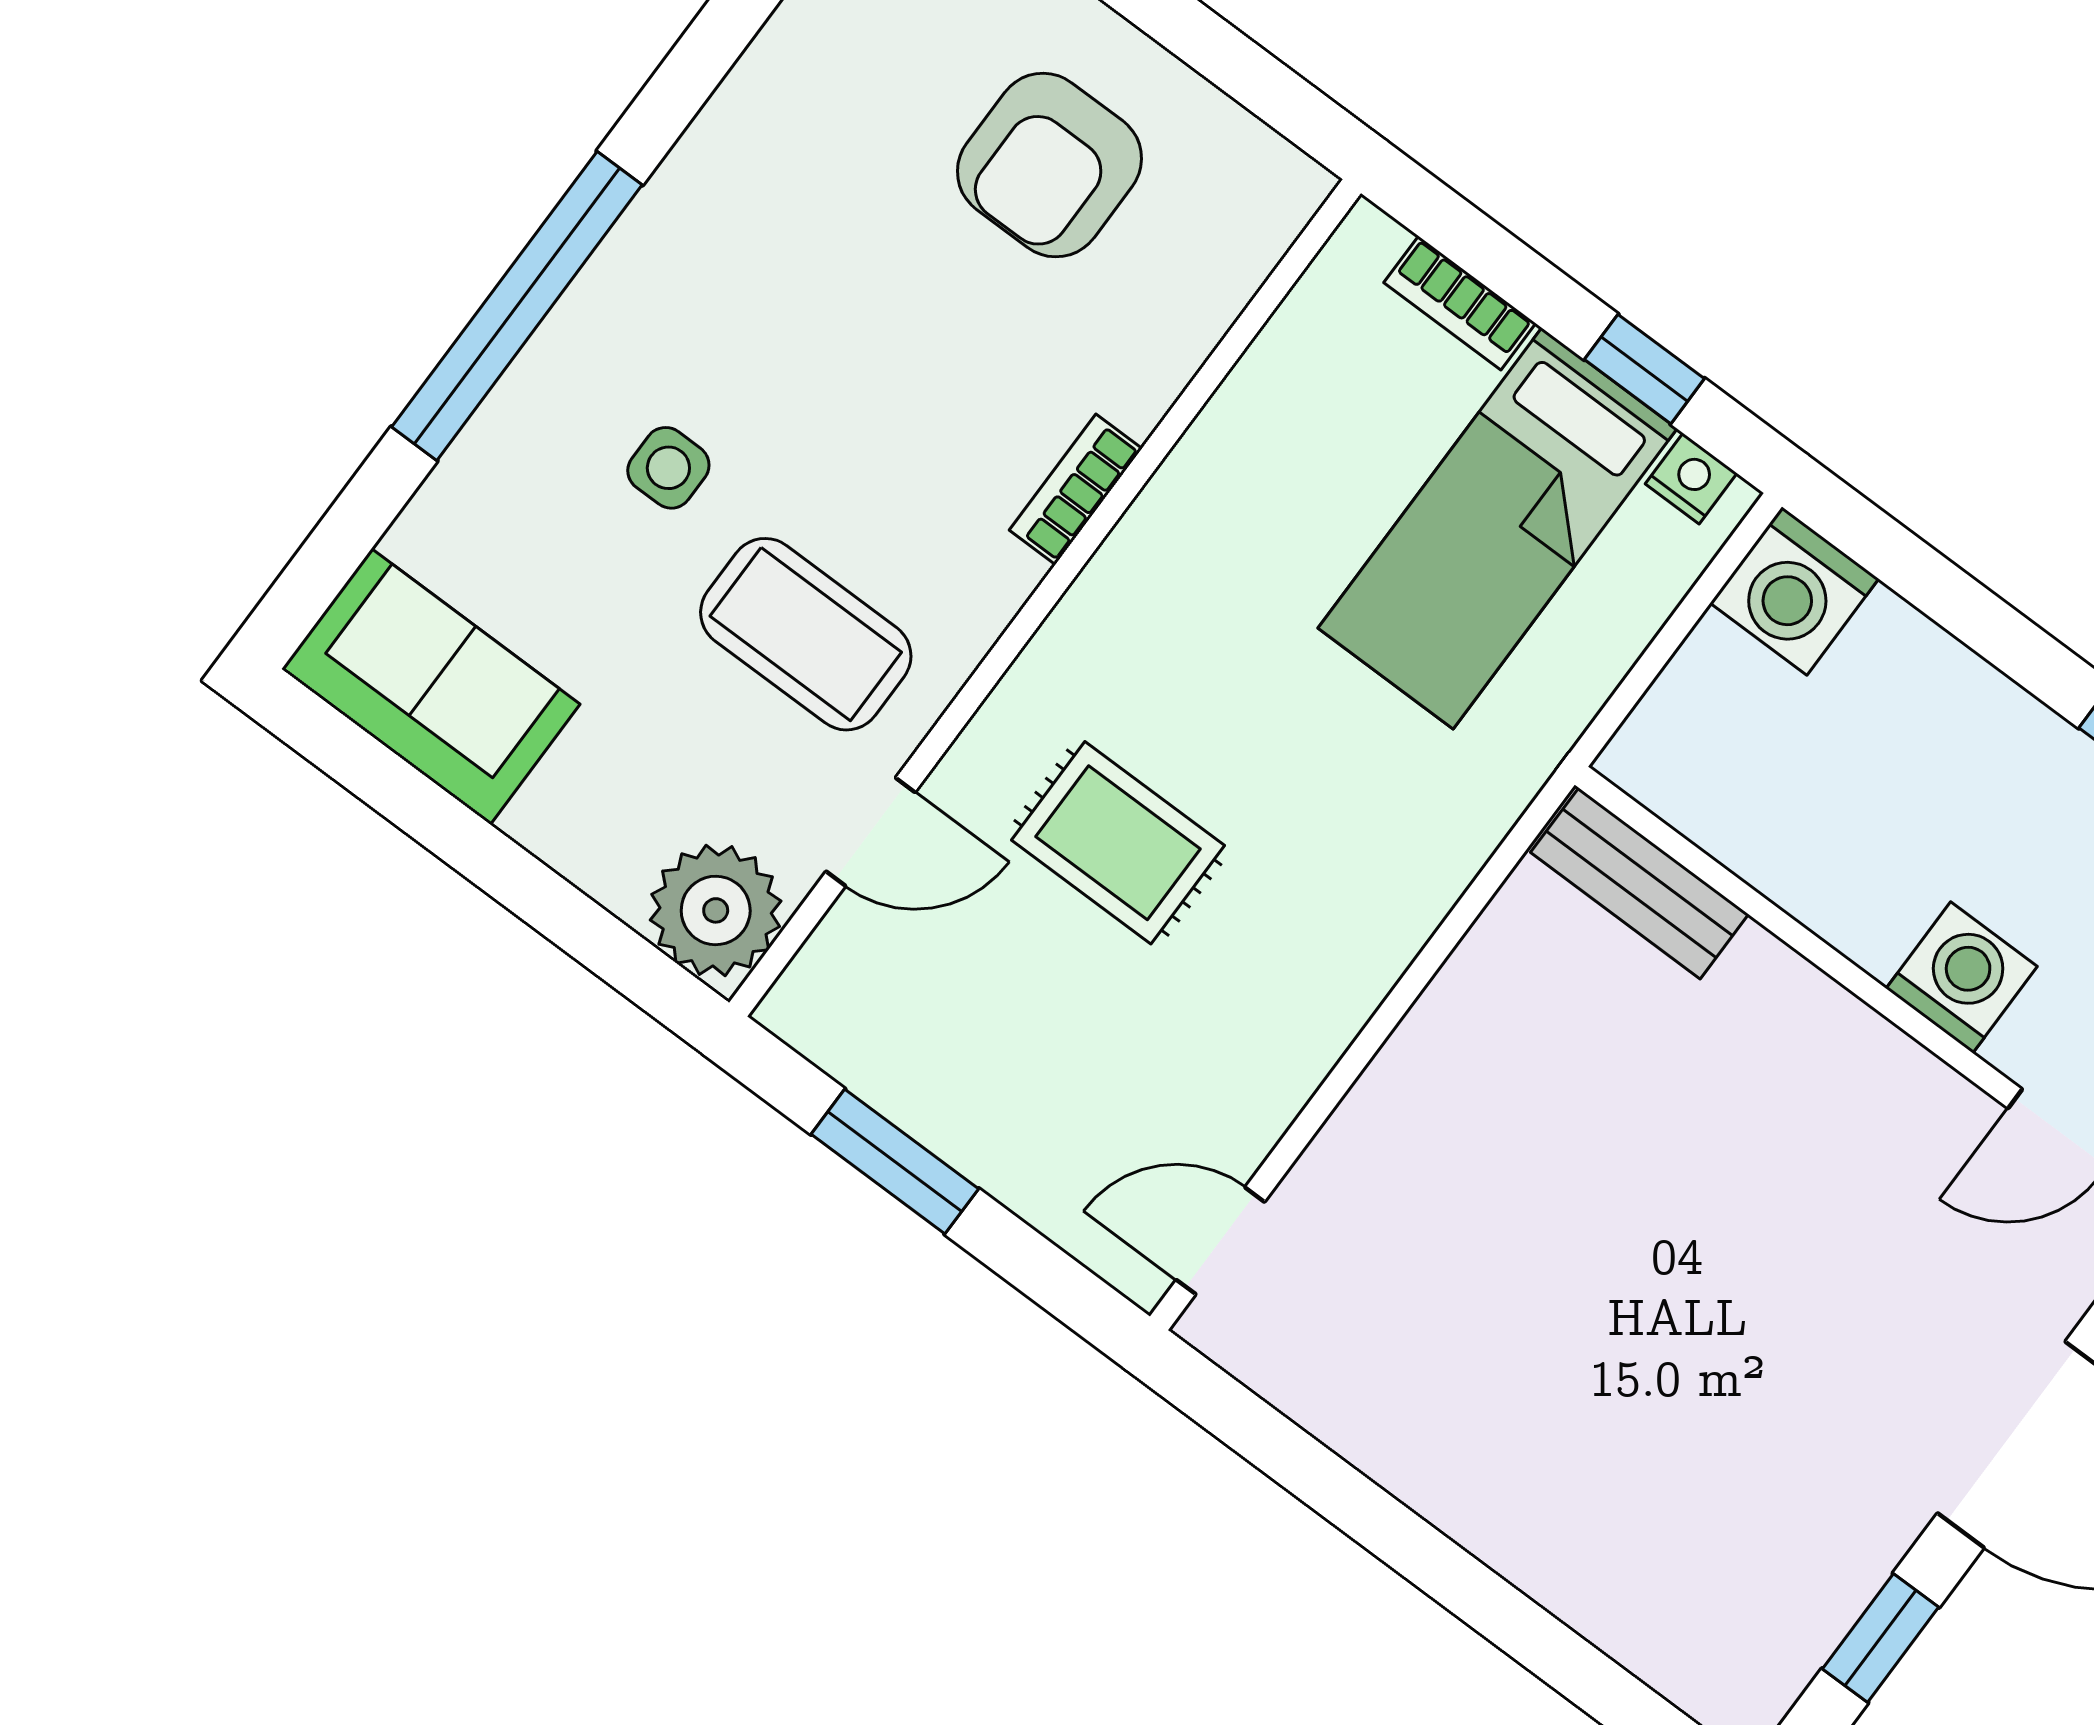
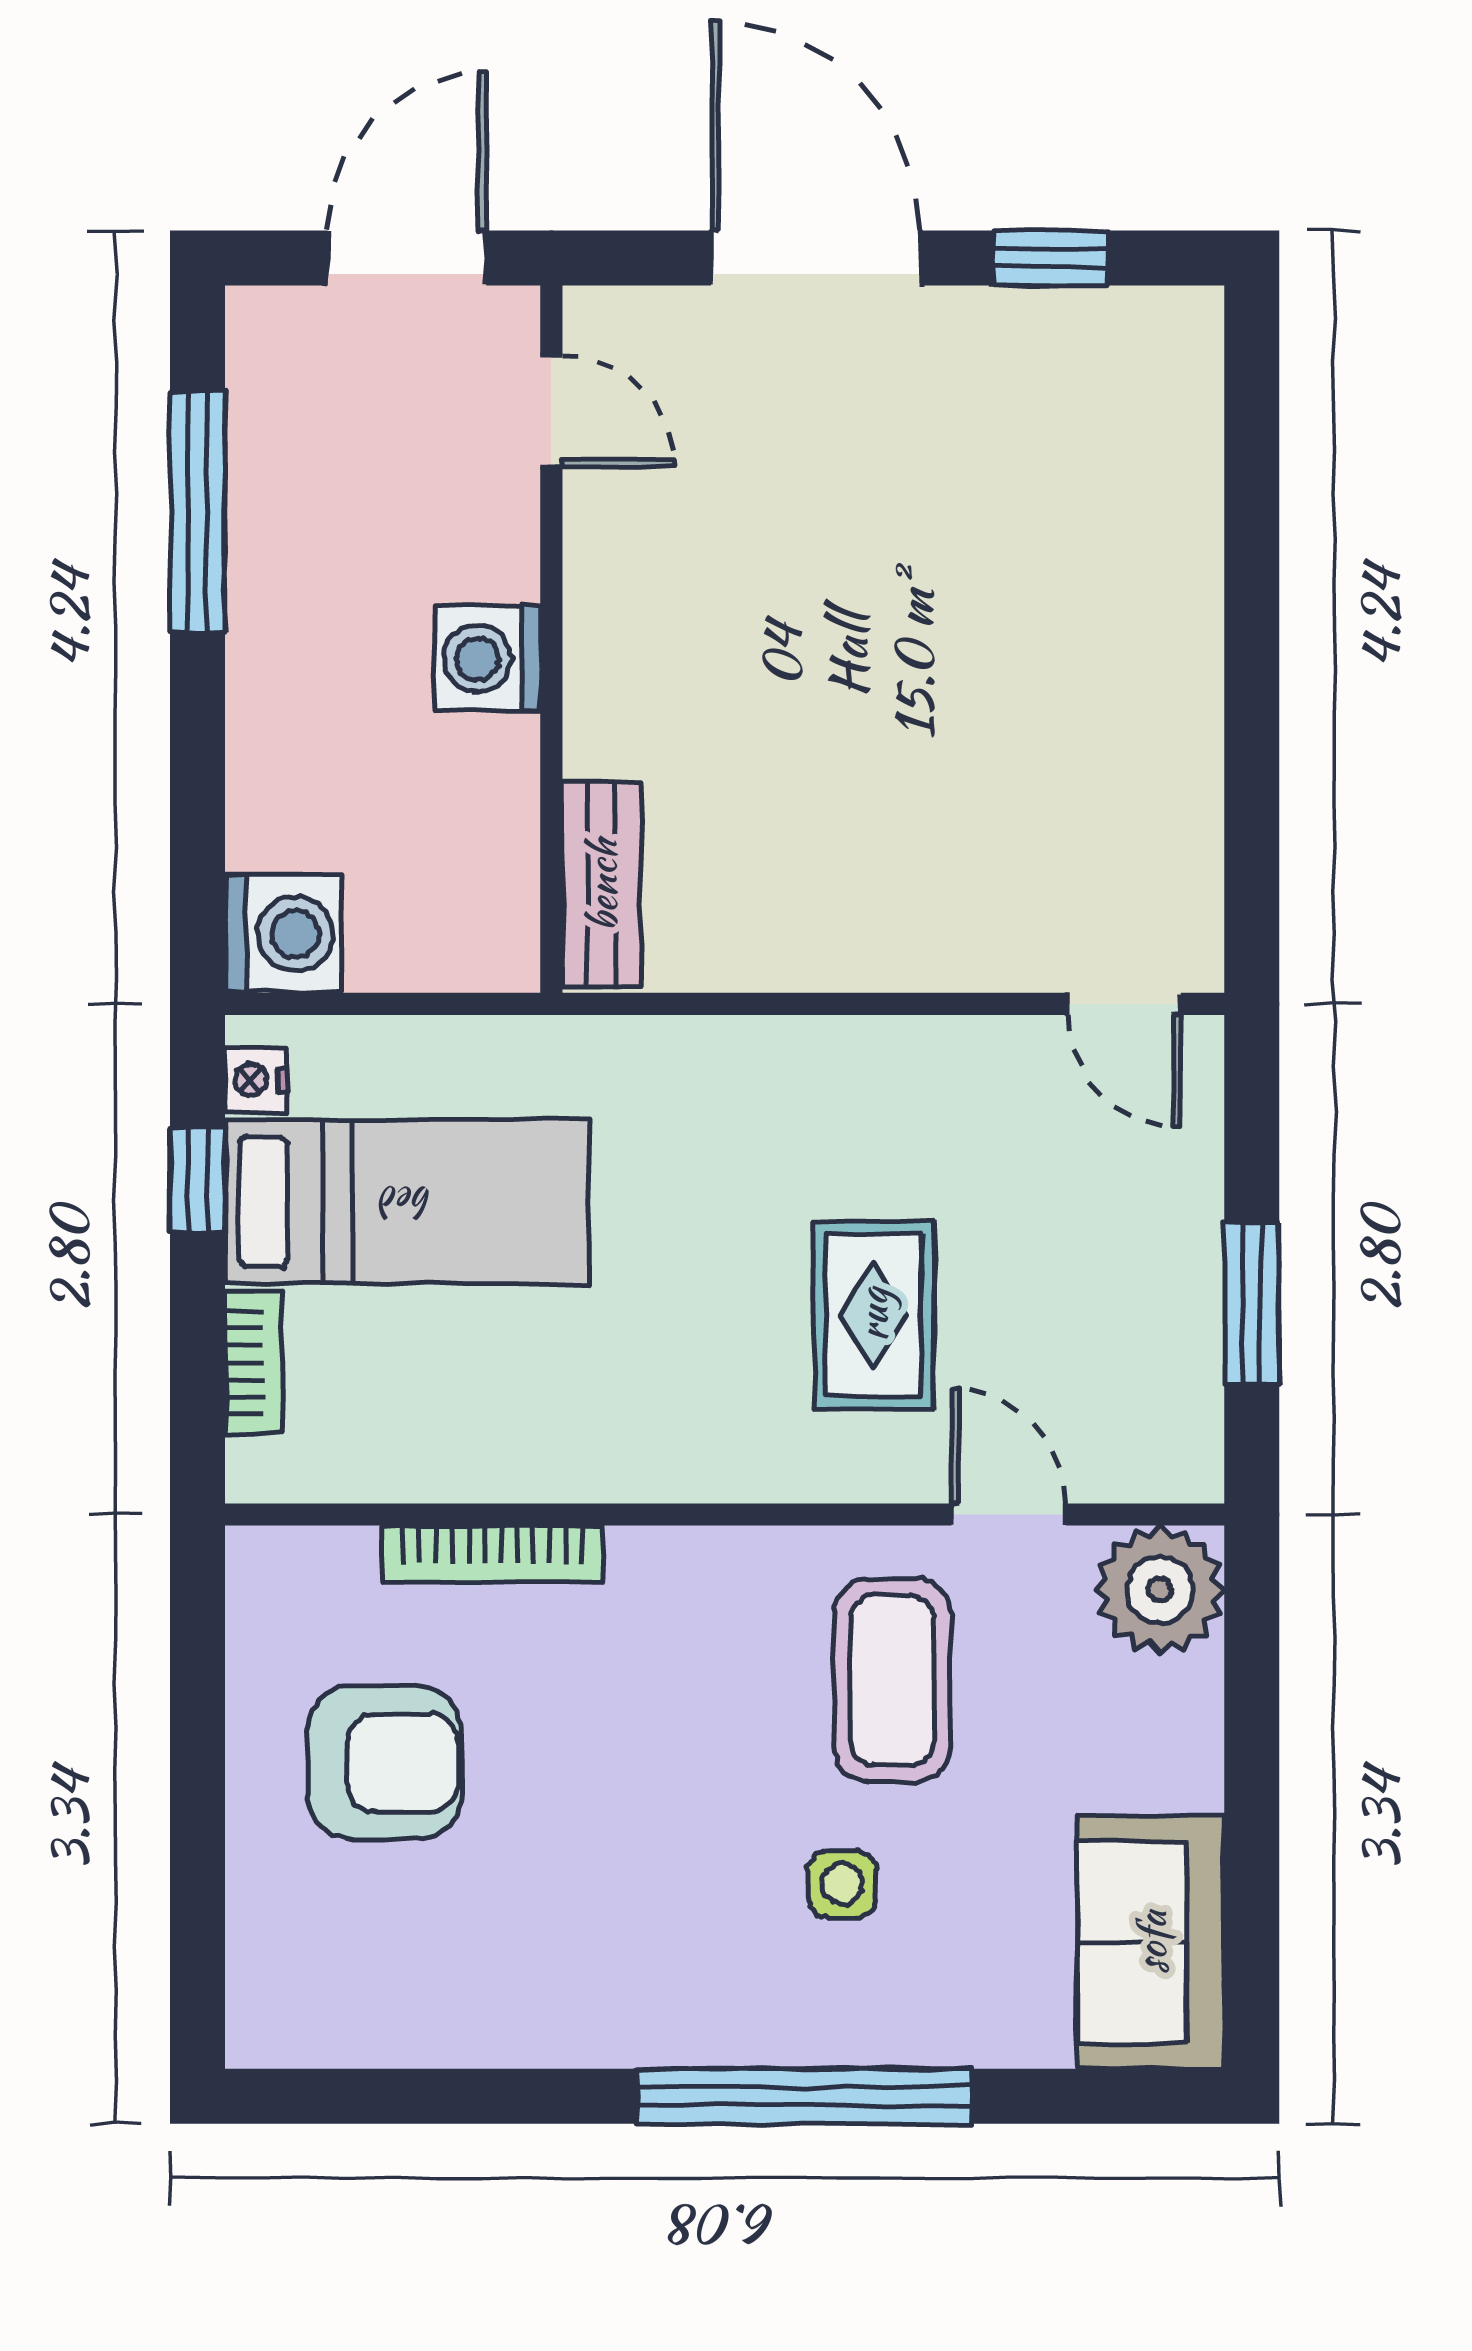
bookcase: (1076, 489) -> (493, 1554), moved, width x1.56
washing machine: (1962, 977) -> (488, 659), moved

